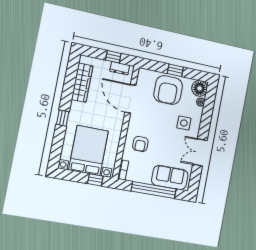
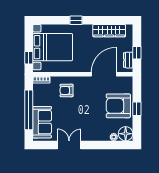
side table: (184, 123) -> (92, 125), removed

